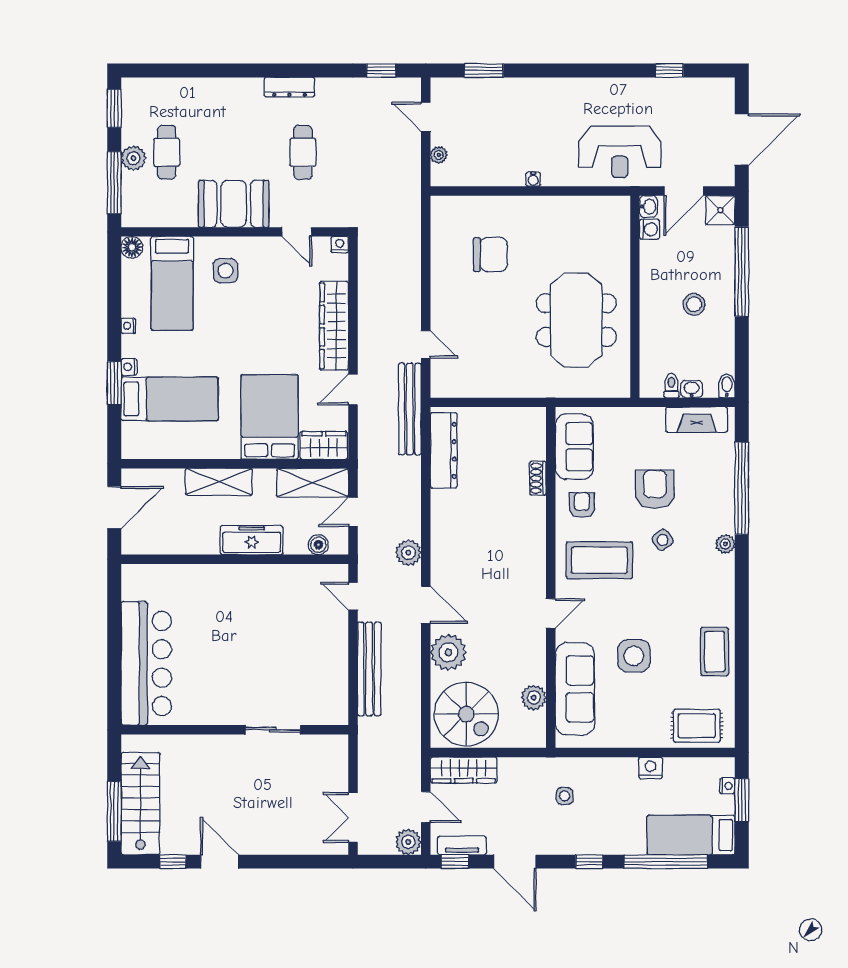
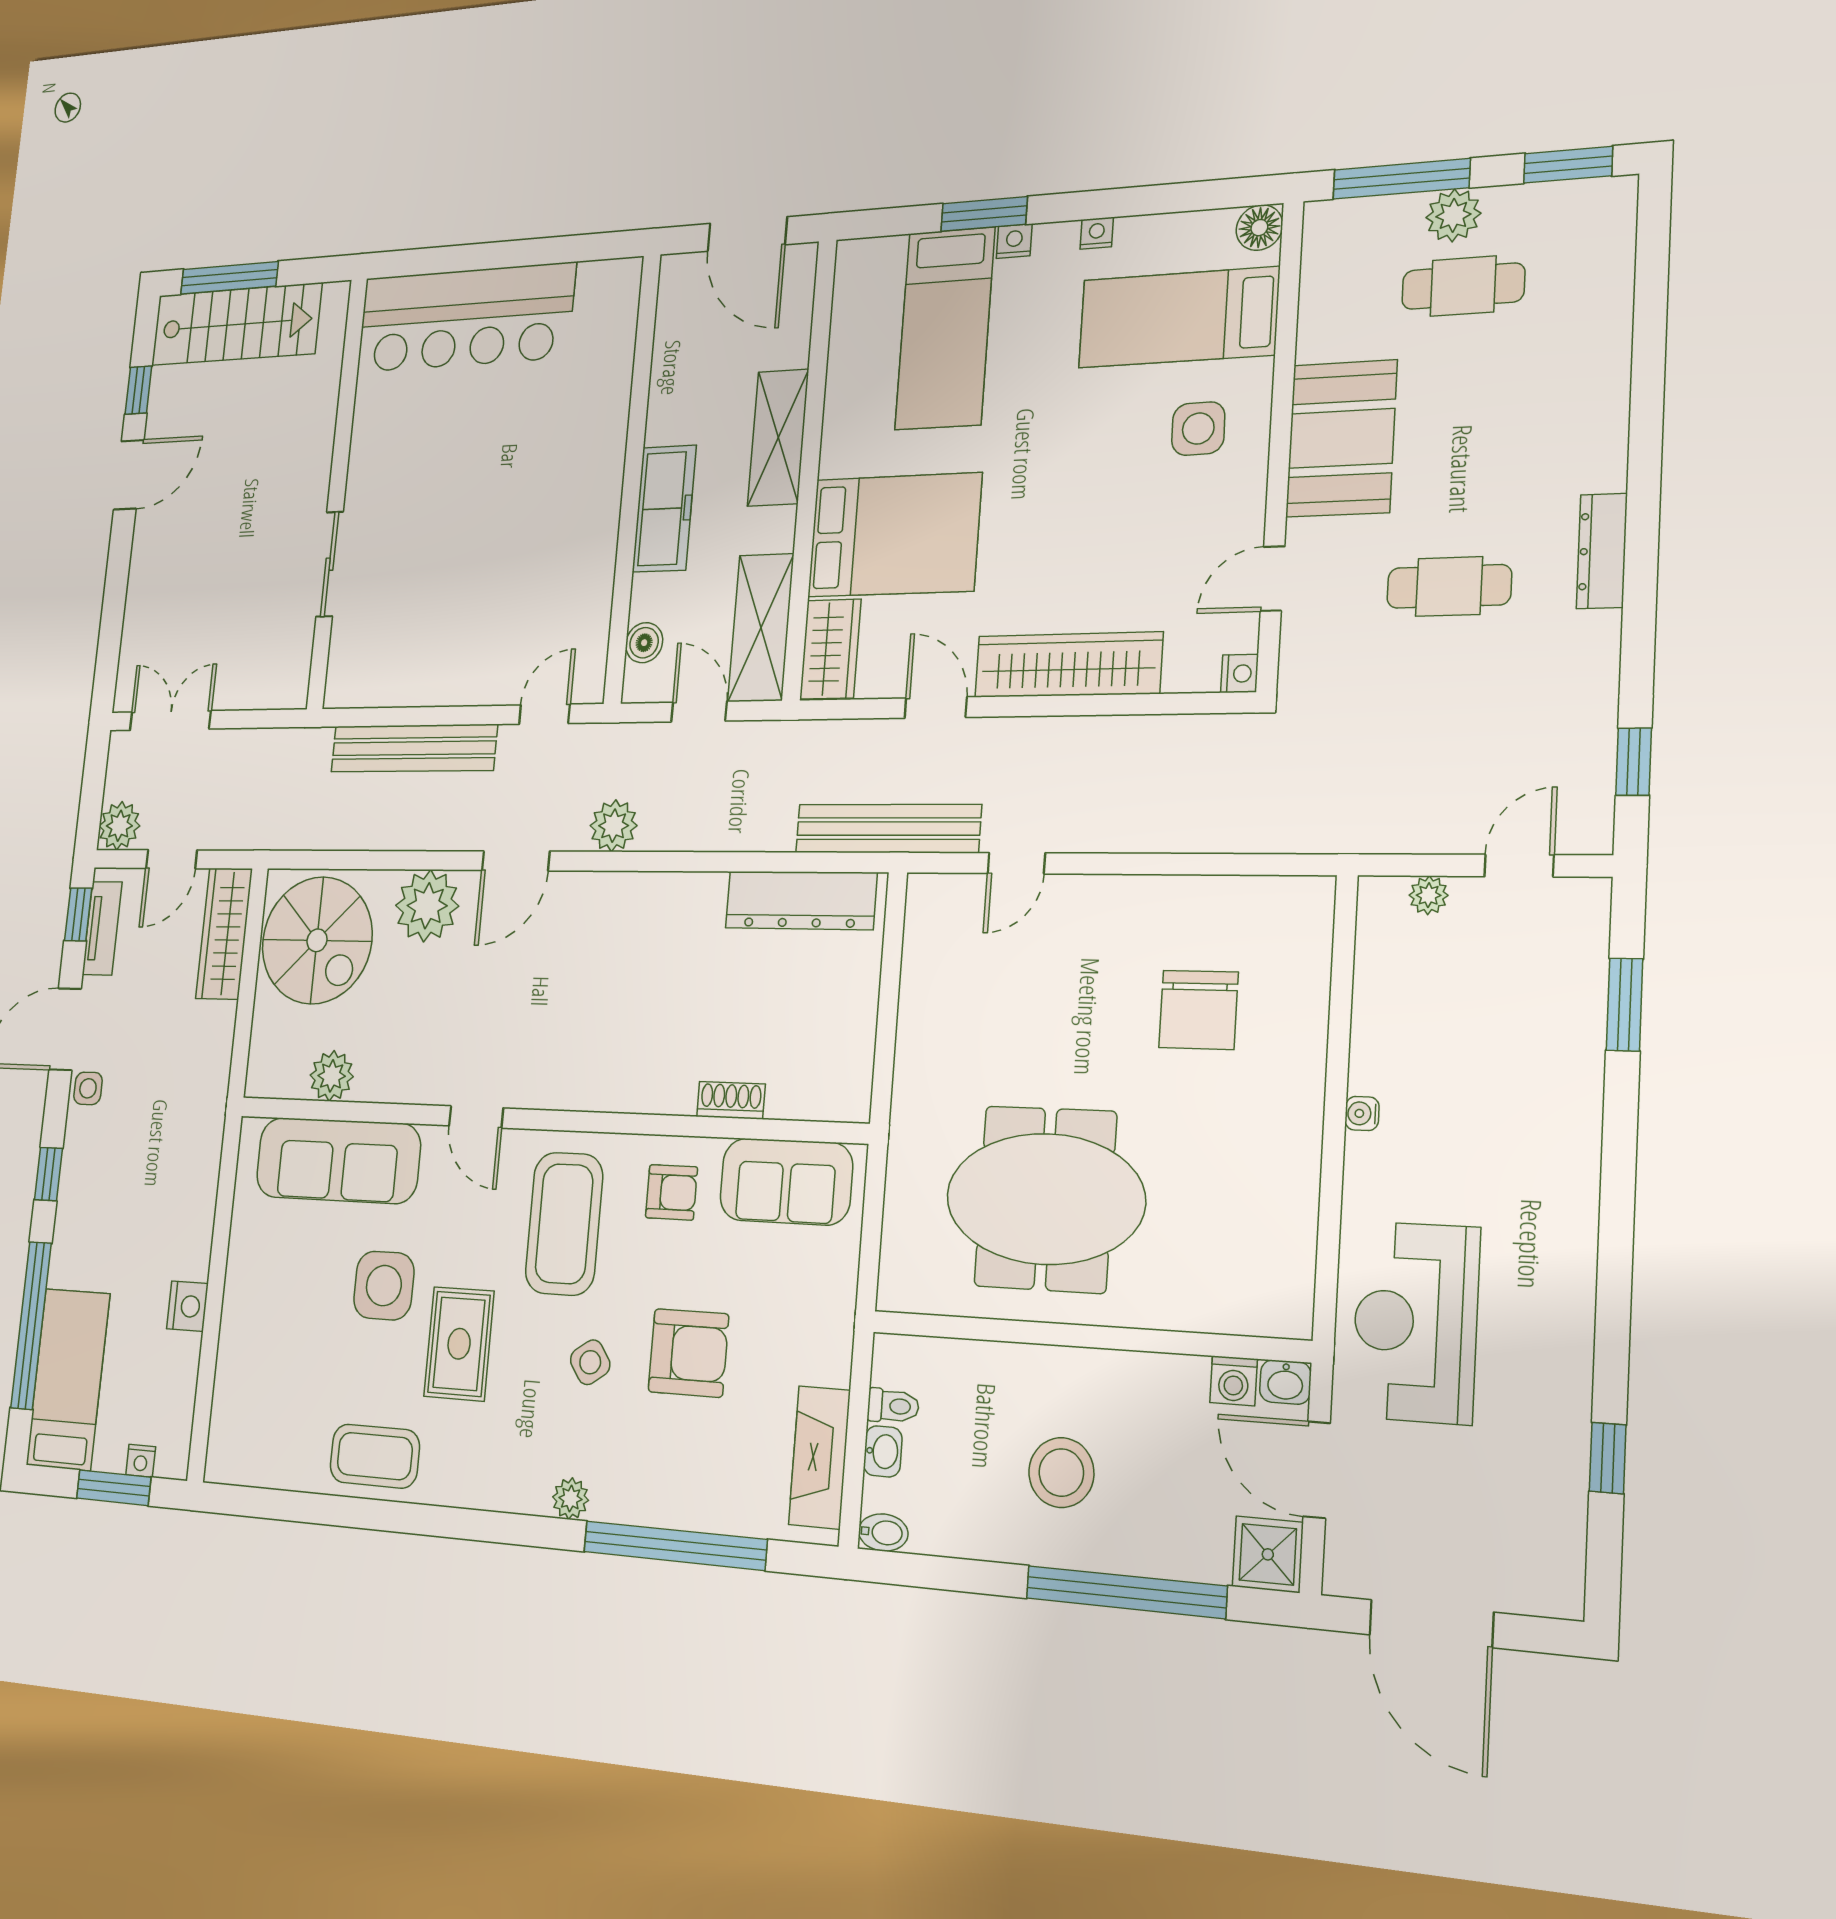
stool: (694, 304) -> (1061, 1473), width x1.38, depth x1.38
spiral stairs: (466, 714) -> (317, 940), turned -90
rug: (697, 726) -> (459, 1344), moved
side table: (565, 796) -> (88, 1088), moved

